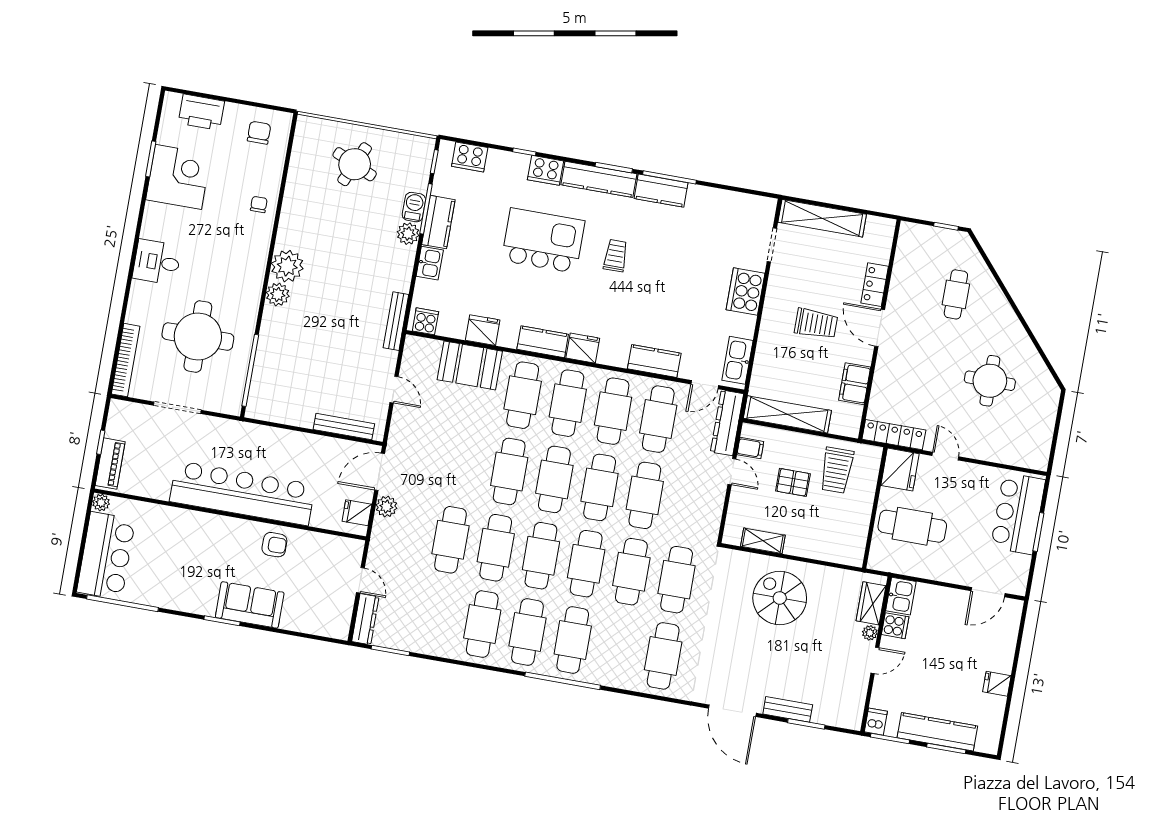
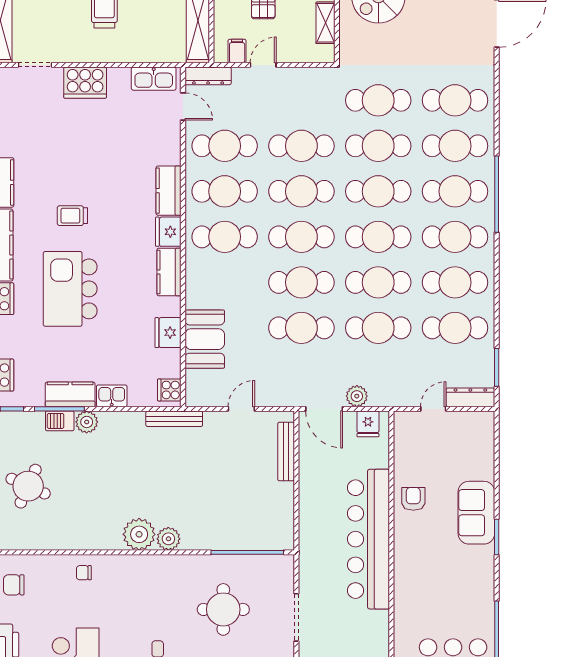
round table: (198, 337) -> (223, 609), width x0.73, depth x0.73
kitchen counter: (654, 361) -> (169, 191), moved
cafe table: (523, 395) -> (301, 328), moved
dresser: (727, 423) -> (208, 76), width x0.73, depth x0.80
cafe table: (437, 616) -> (455, 328), added
cafe table: (618, 648) -> (455, 146), added

